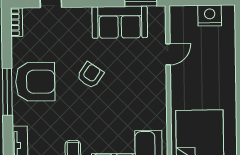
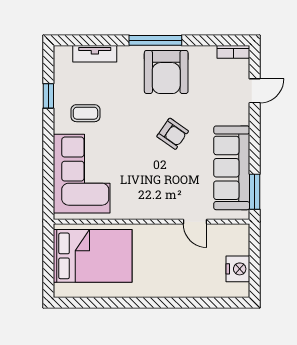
sofa: (120, 22) -> (232, 168), width x1.36

